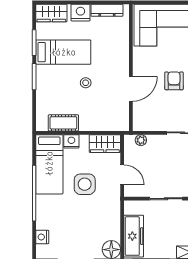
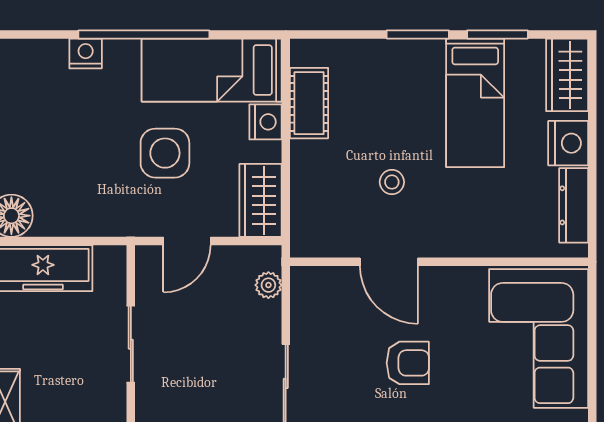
stool: (86, 83) -> (392, 182), moved
nightstand: (42, 237) -> (86, 53), moved

